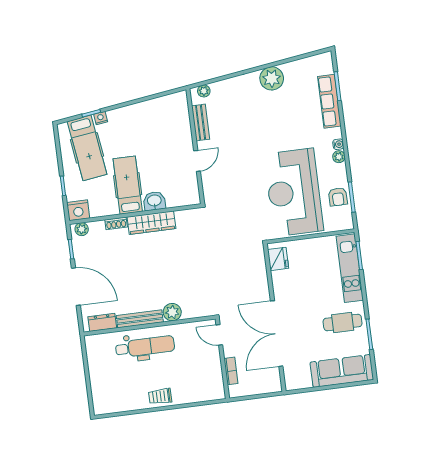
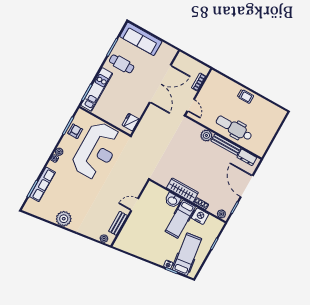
nightstand: (78, 210) -> (200, 216), moved

